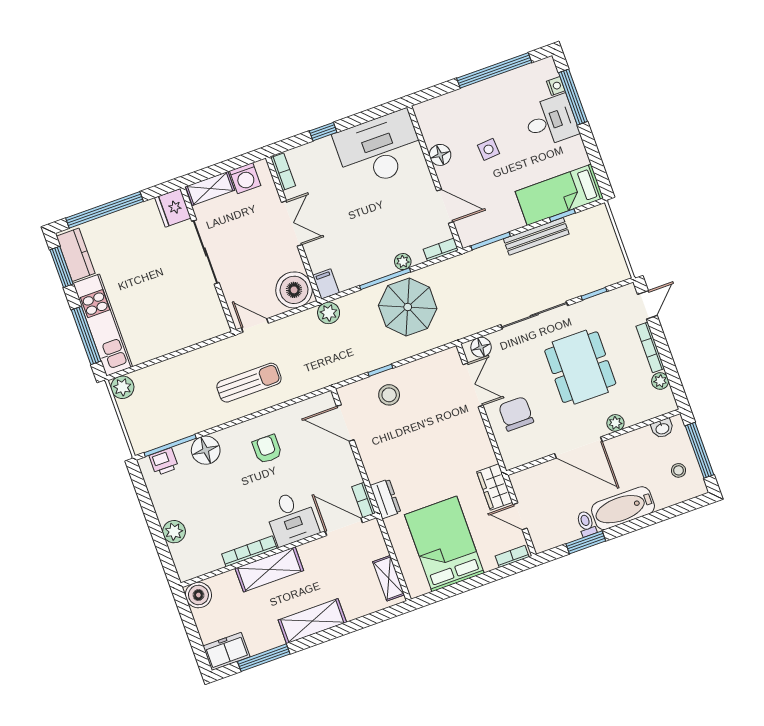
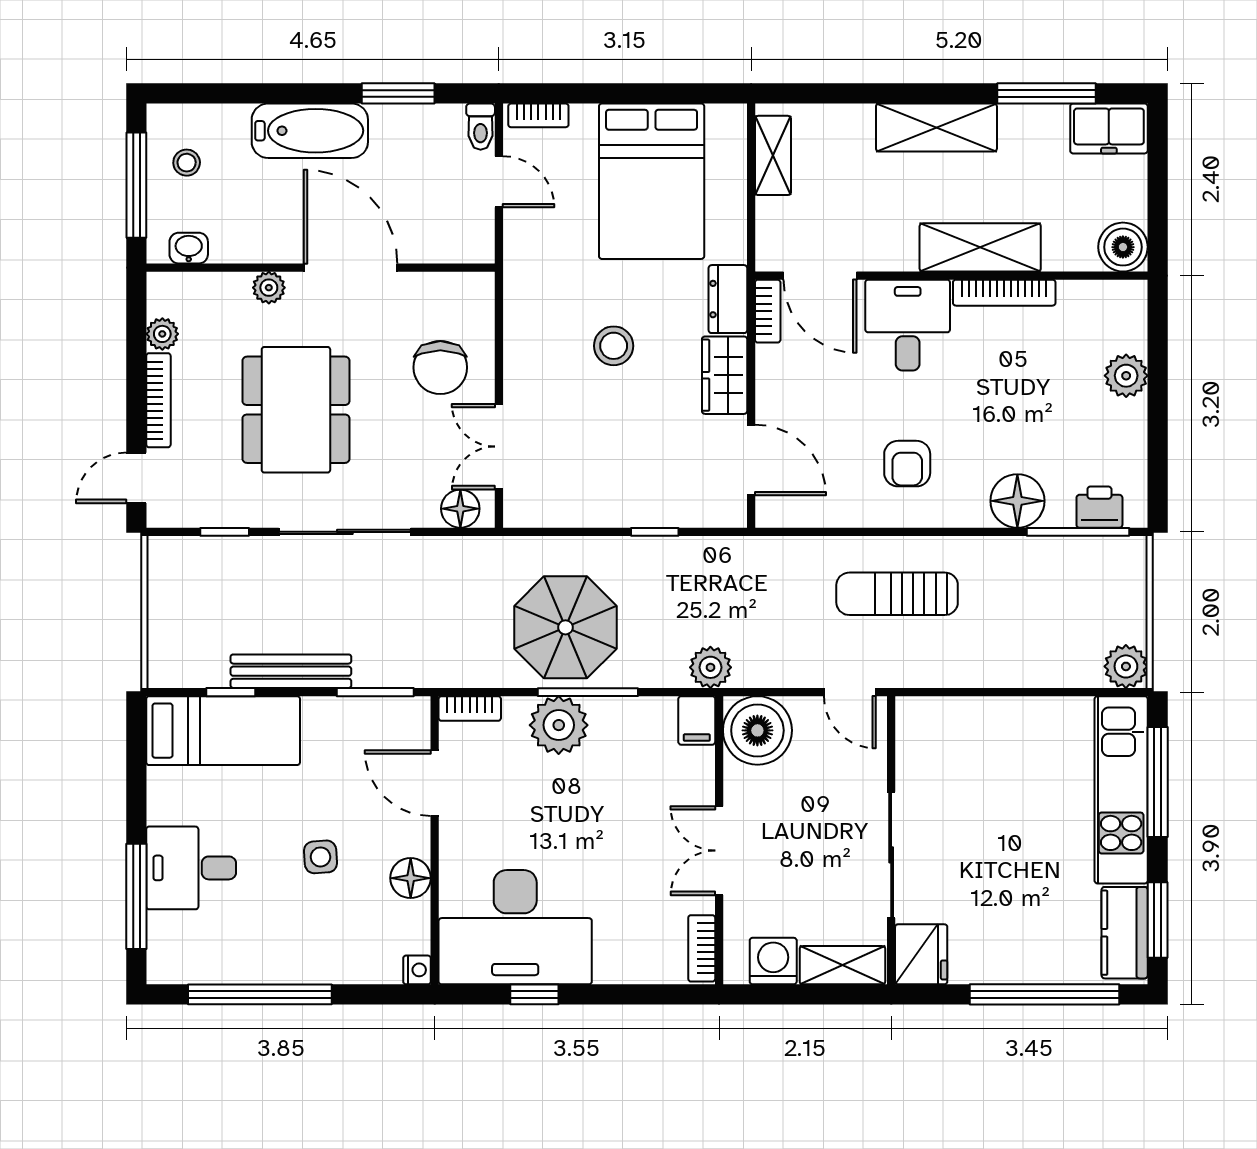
nightstand: (556, 86) -> (417, 970), moved, turned 180
window: (323, 132) -> (534, 994), moved
plant: (403, 262) -> (559, 725), width x1.87, depth x1.87
stool: (389, 395) -> (614, 346), moved
wardrobe: (495, 487) -> (725, 375), moved, turned 180
toilet: (586, 524) -> (481, 127), moved

